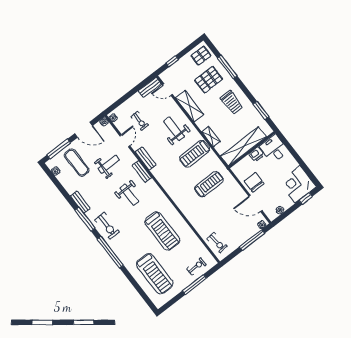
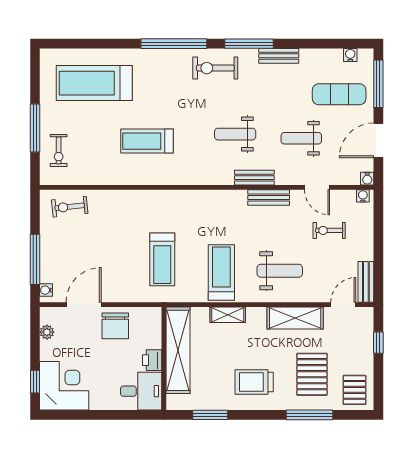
weight bench: (109, 164) -> (301, 138), turned 90
chair: (254, 182) -> (115, 326), turned 90
treadmill: (162, 231) -> (147, 141), width x0.73, depth x0.73

